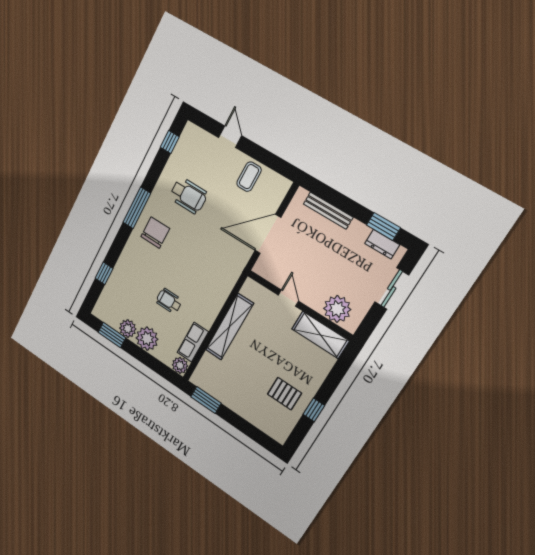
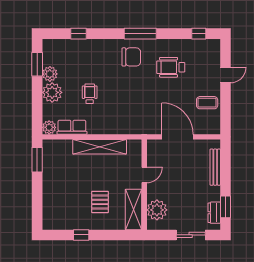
wheelchair: (188, 195) -> (171, 67), turned 90
pallet: (285, 394) -> (100, 202), moved

